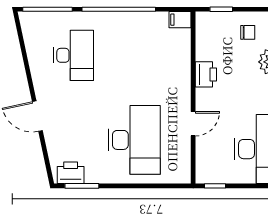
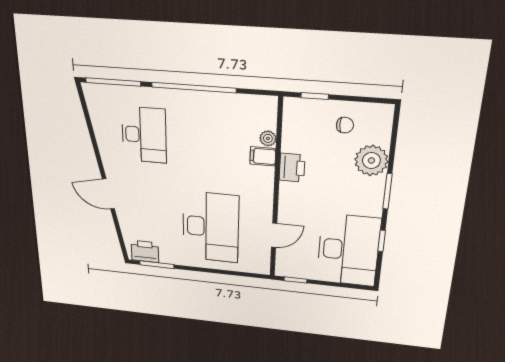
filing cabinet: (180, 20) -> (263, 156), moved
plant: (184, 49) -> (268, 138), added
door: (193, 124) -> (274, 235), moved

